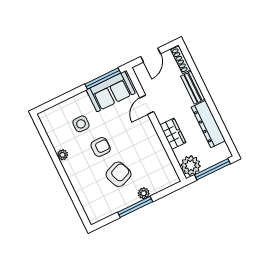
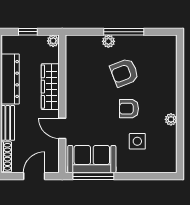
door: (147, 105) -> (62, 128), swing flipped
wardrobe: (173, 134) -> (50, 87), width x1.50
plant: (191, 166) -> (53, 41), width x0.53, depth x0.53
window: (212, 169) -> (28, 32), width x0.46

